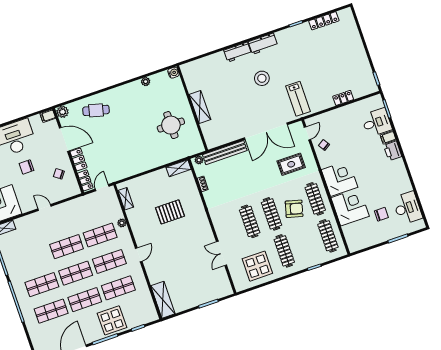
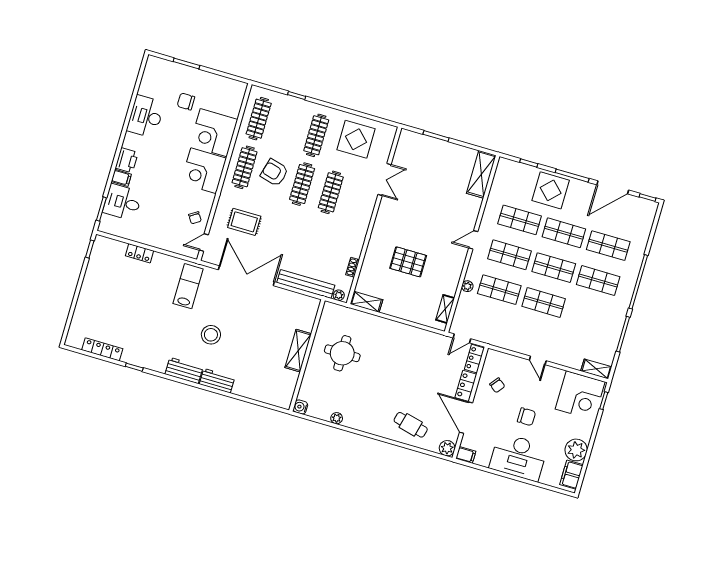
desk: (407, 208) -> (146, 116), moved

